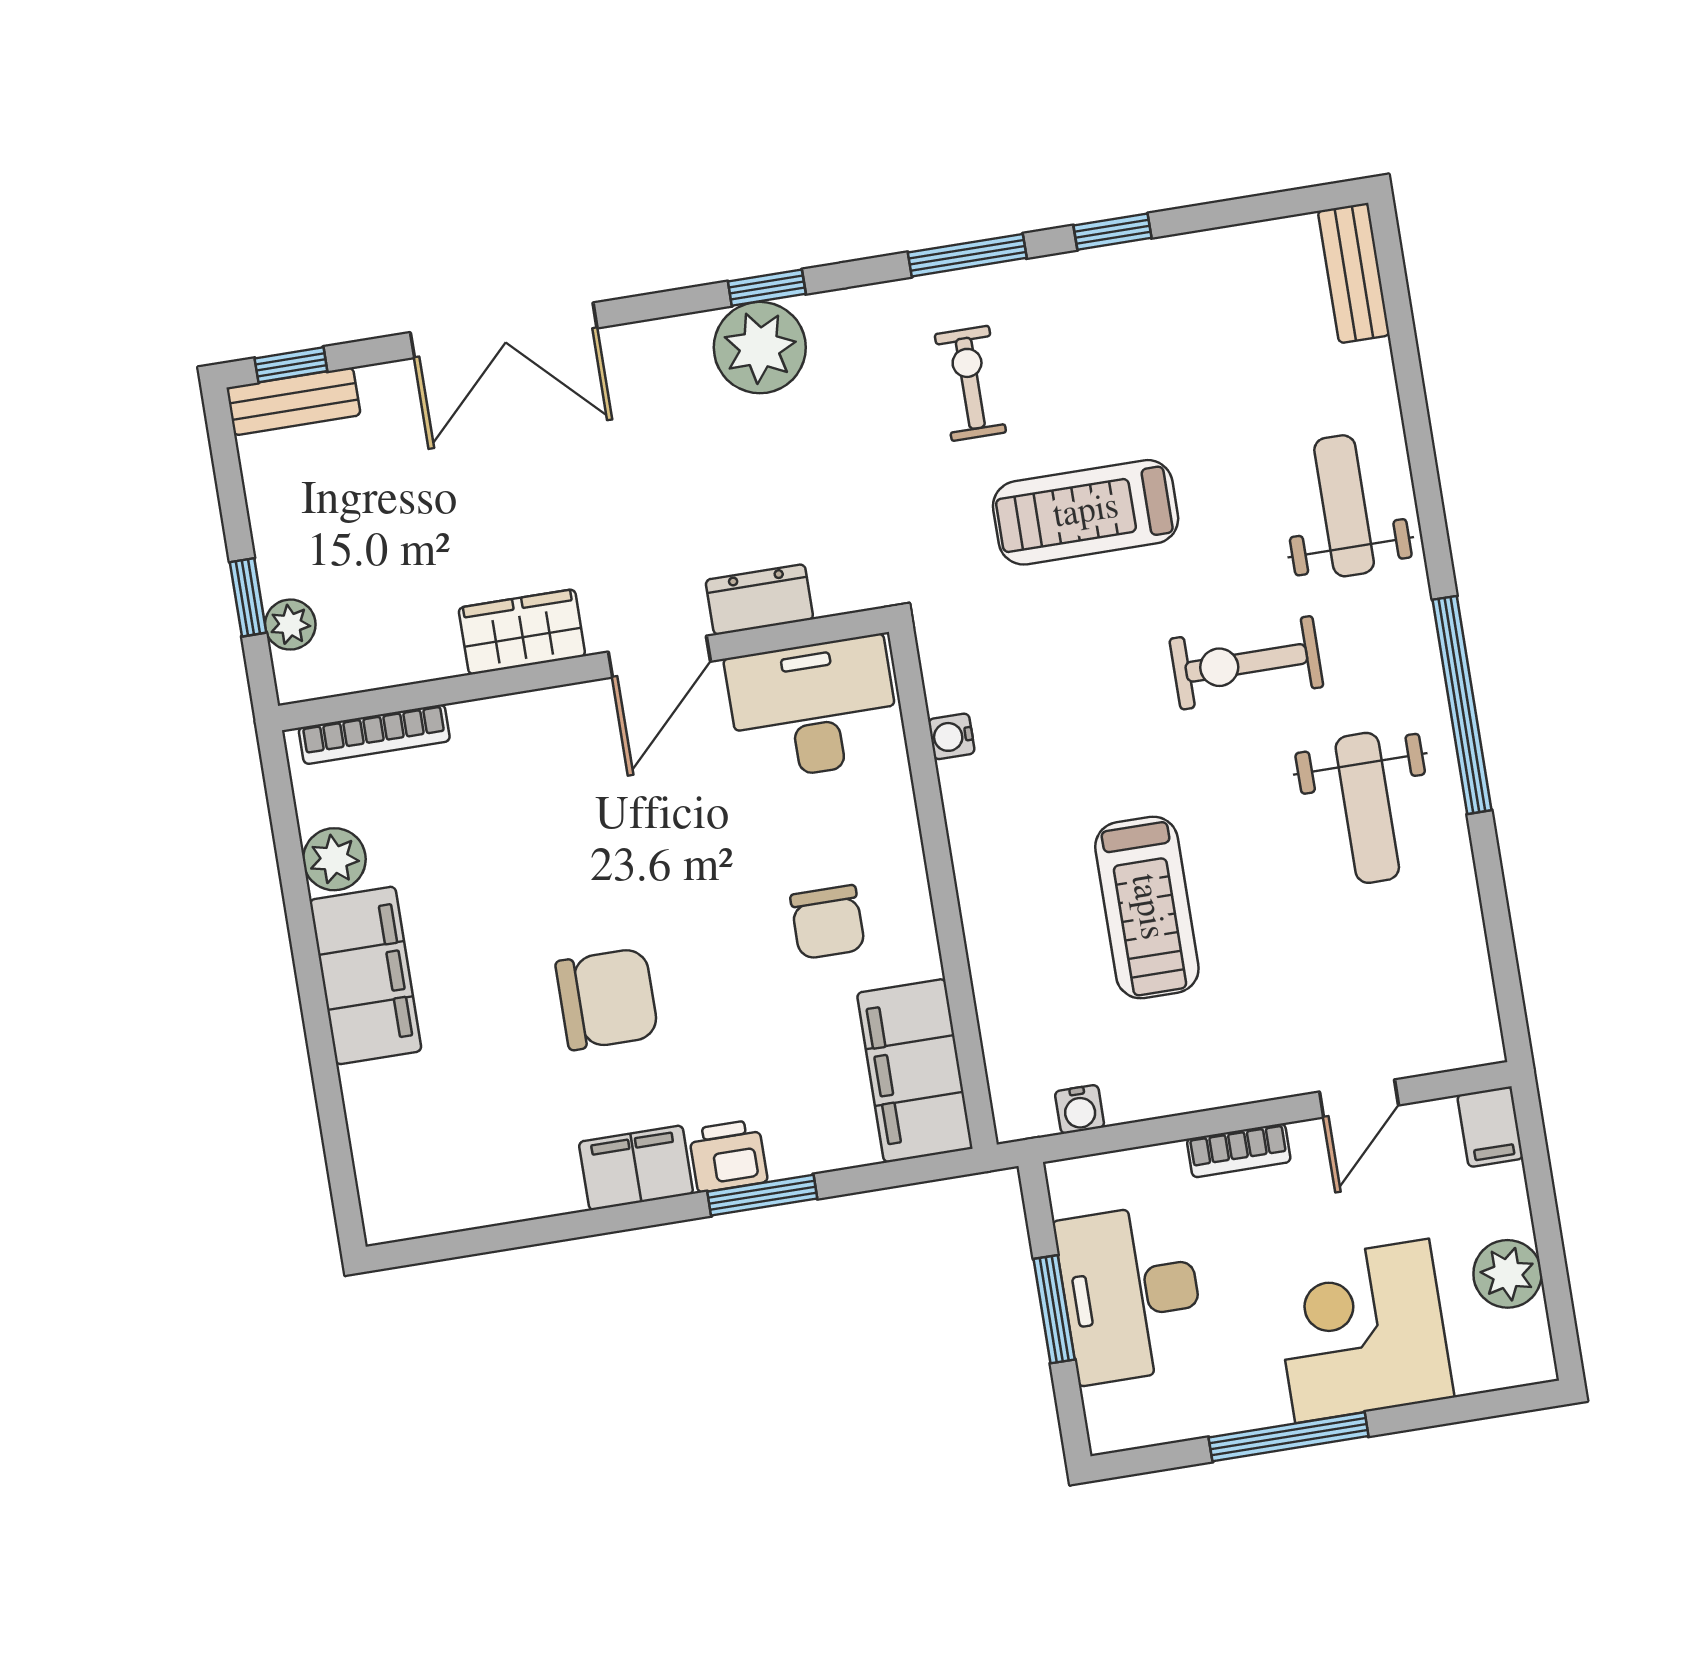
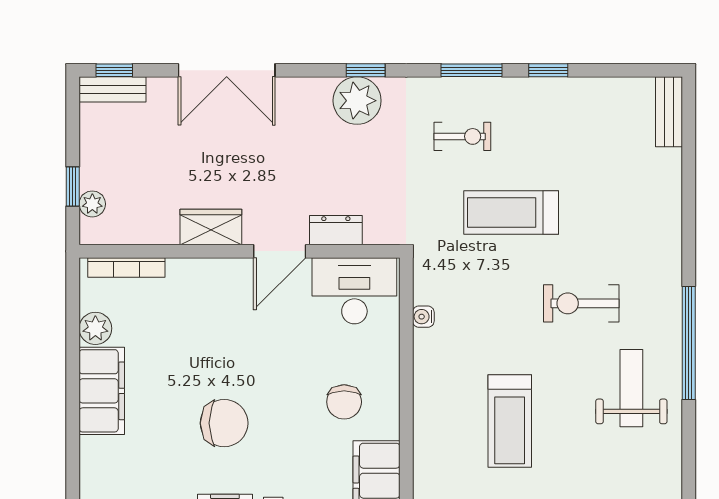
exercise bike: (970, 383) -> (462, 136), turned 90
weight bench: (1344, 506) -> (645, 231), removed
weight bench: (1367, 808) -> (631, 388), turned 180

